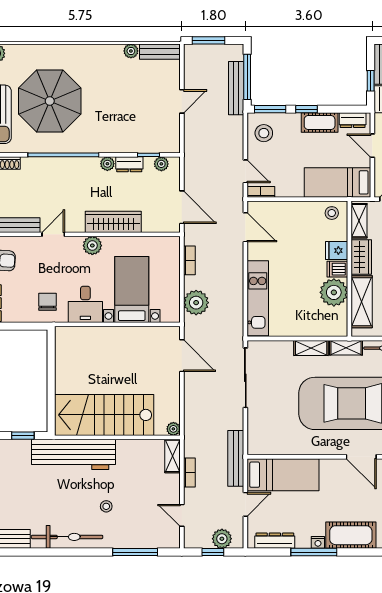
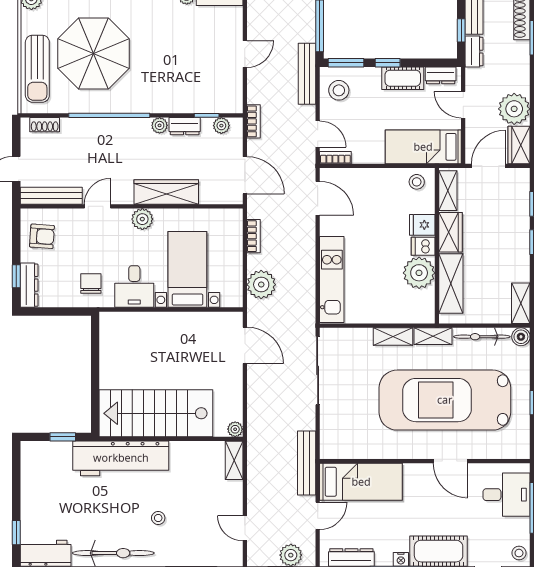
bench: (236, 88) -> (307, 74), moved
bookcase: (189, 473) -> (254, 121), moved

